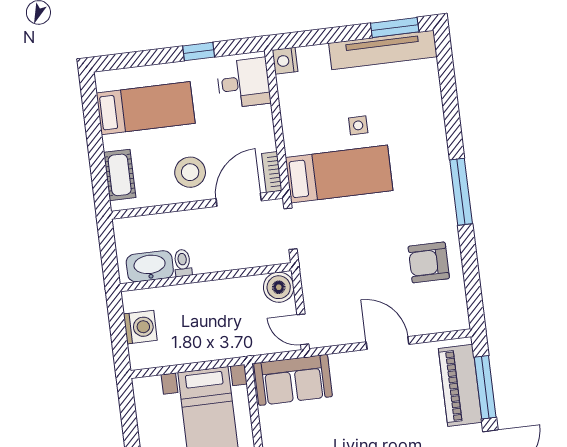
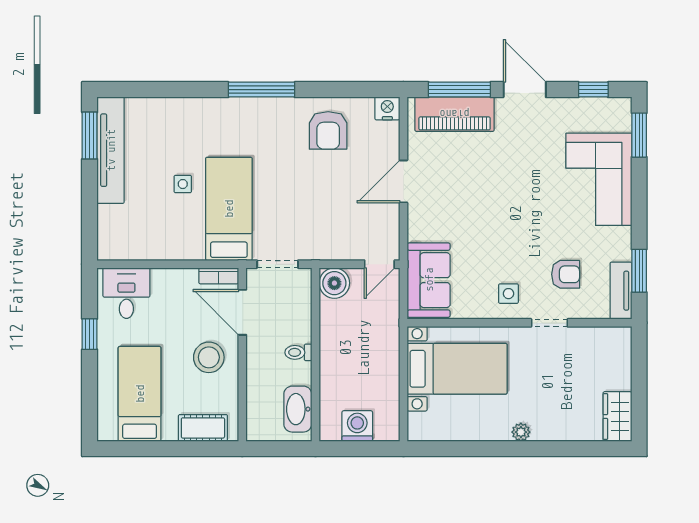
nightstand: (285, 61) -> (387, 108), moved, turned 180
toilet: (183, 263) -> (298, 352), moved

